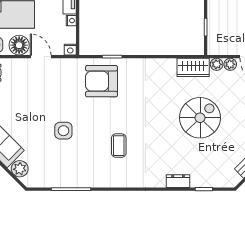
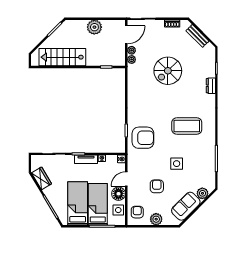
wardrobe: (193, 67) -> (134, 75), removed
armchair: (101, 81) -> (143, 138), turned -90
armchair: (30, 101) -> (157, 186), added
spiral stairs: (200, 118) -> (168, 71), turned -90
coffee table: (119, 146) -> (187, 126), width x1.86, depth x1.72

